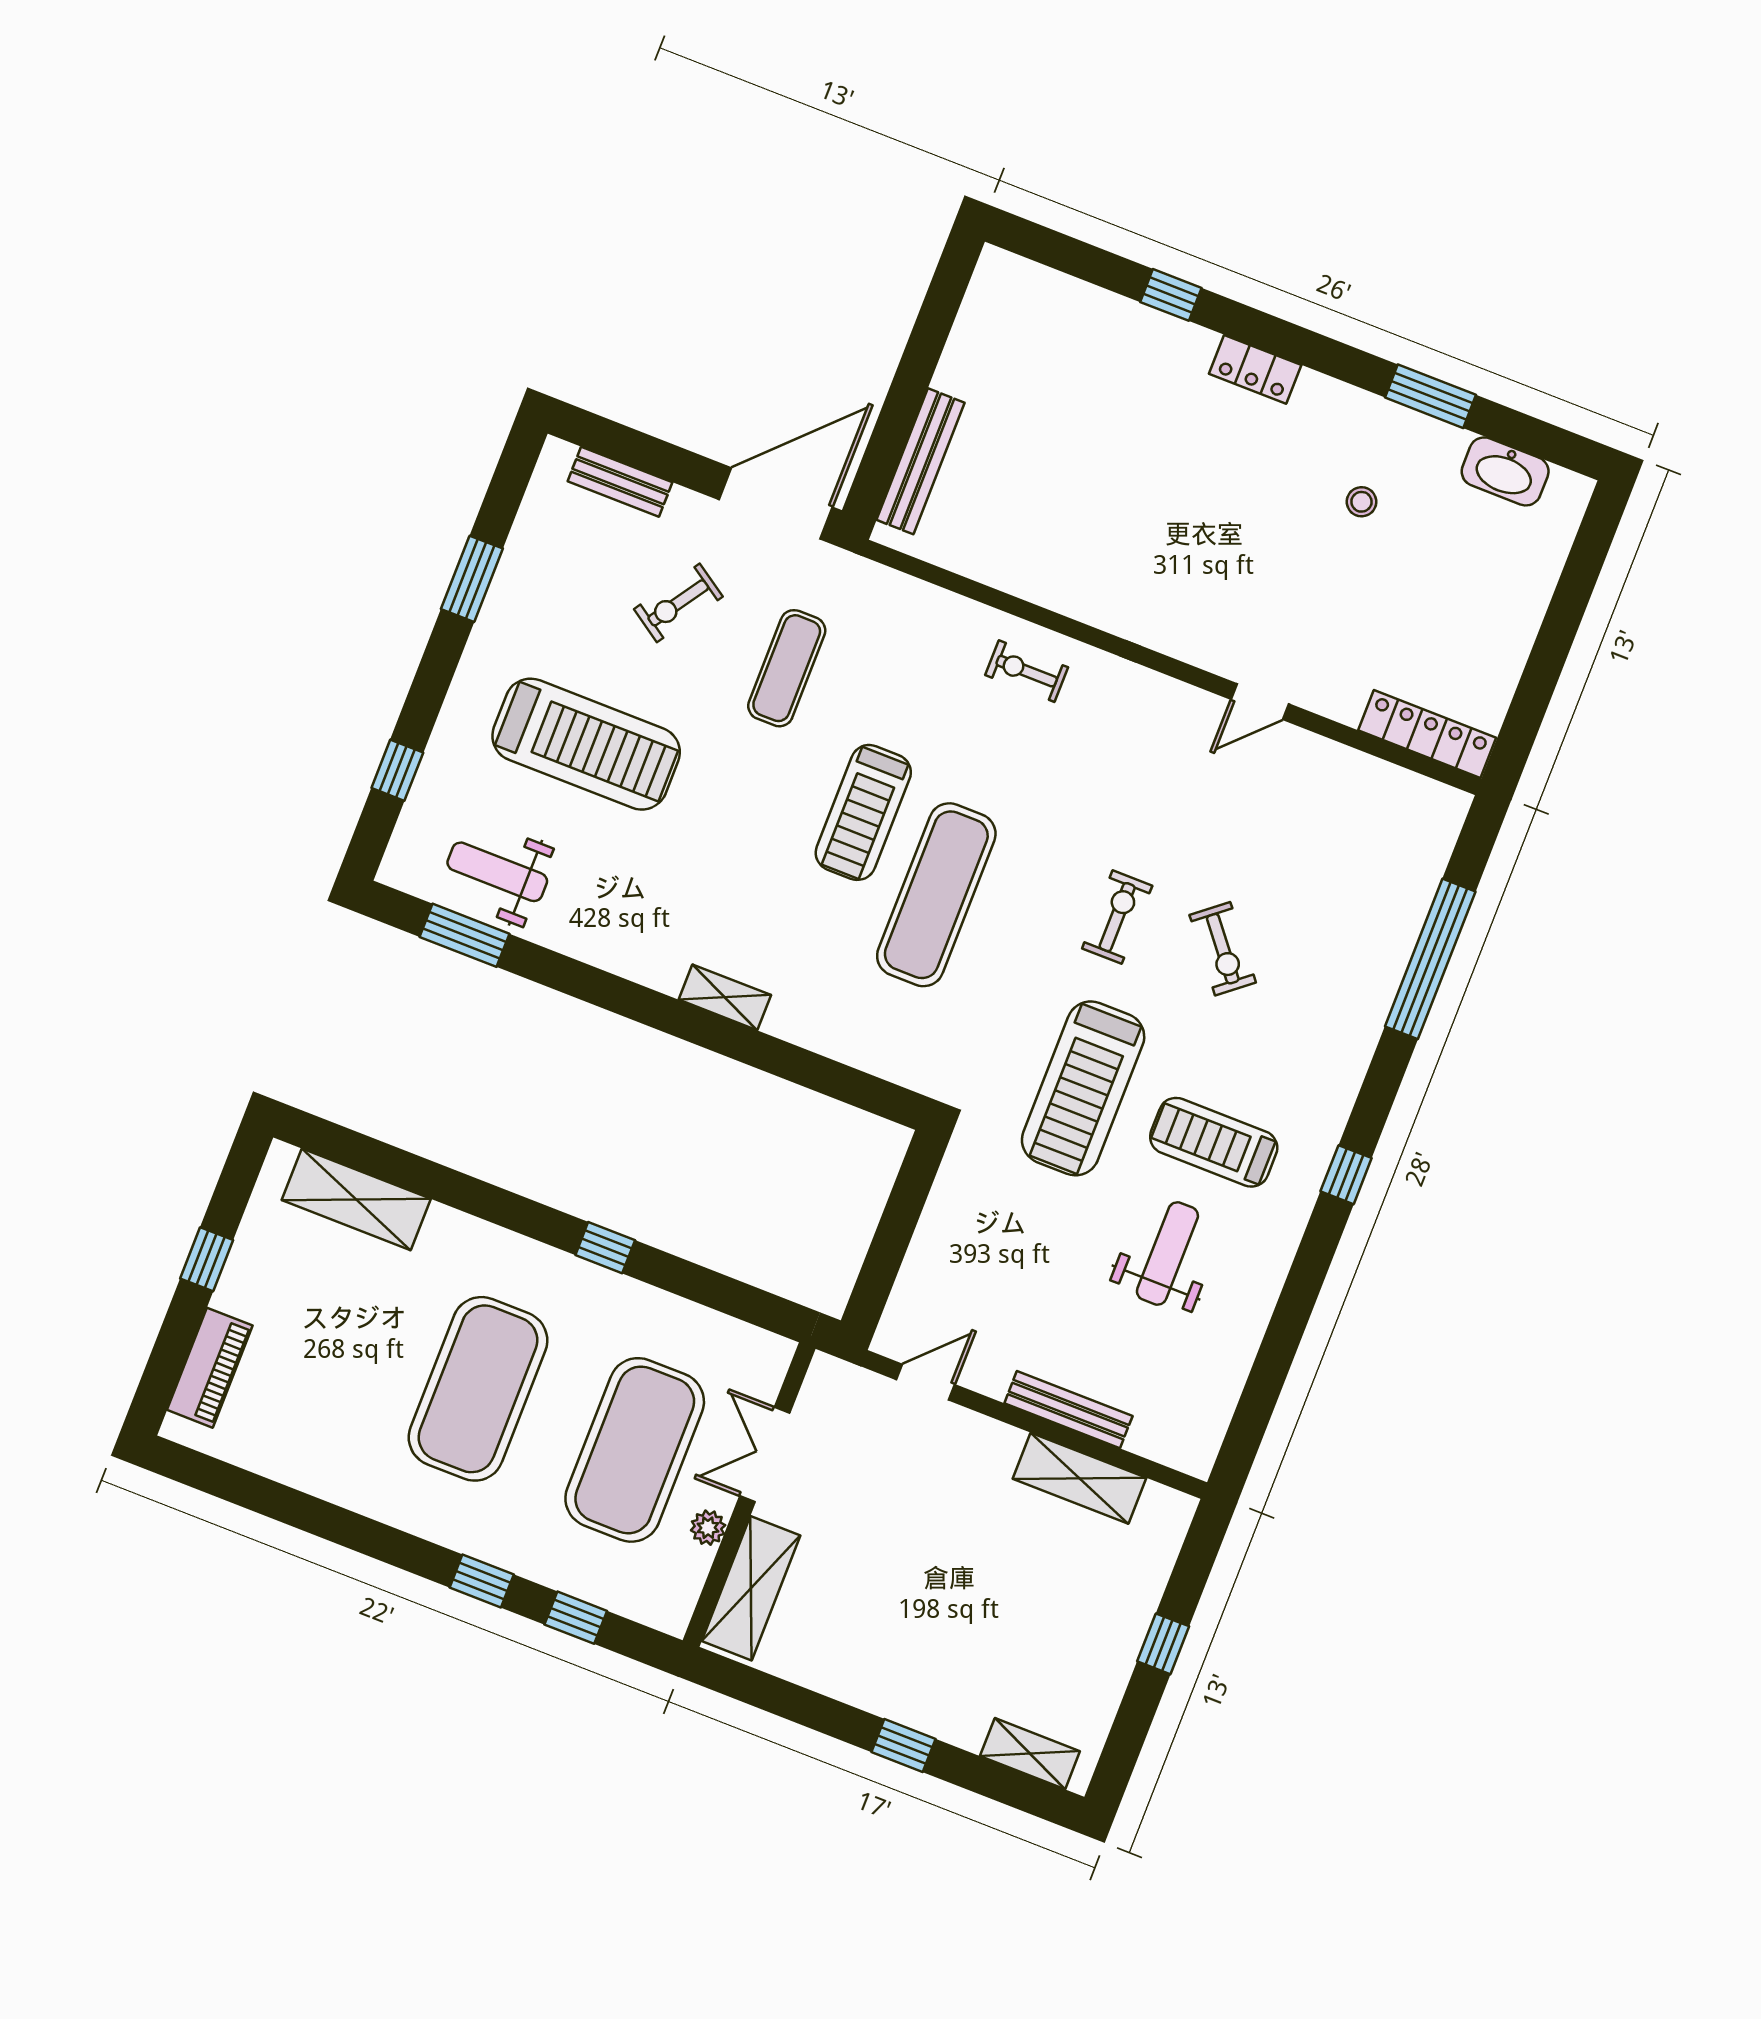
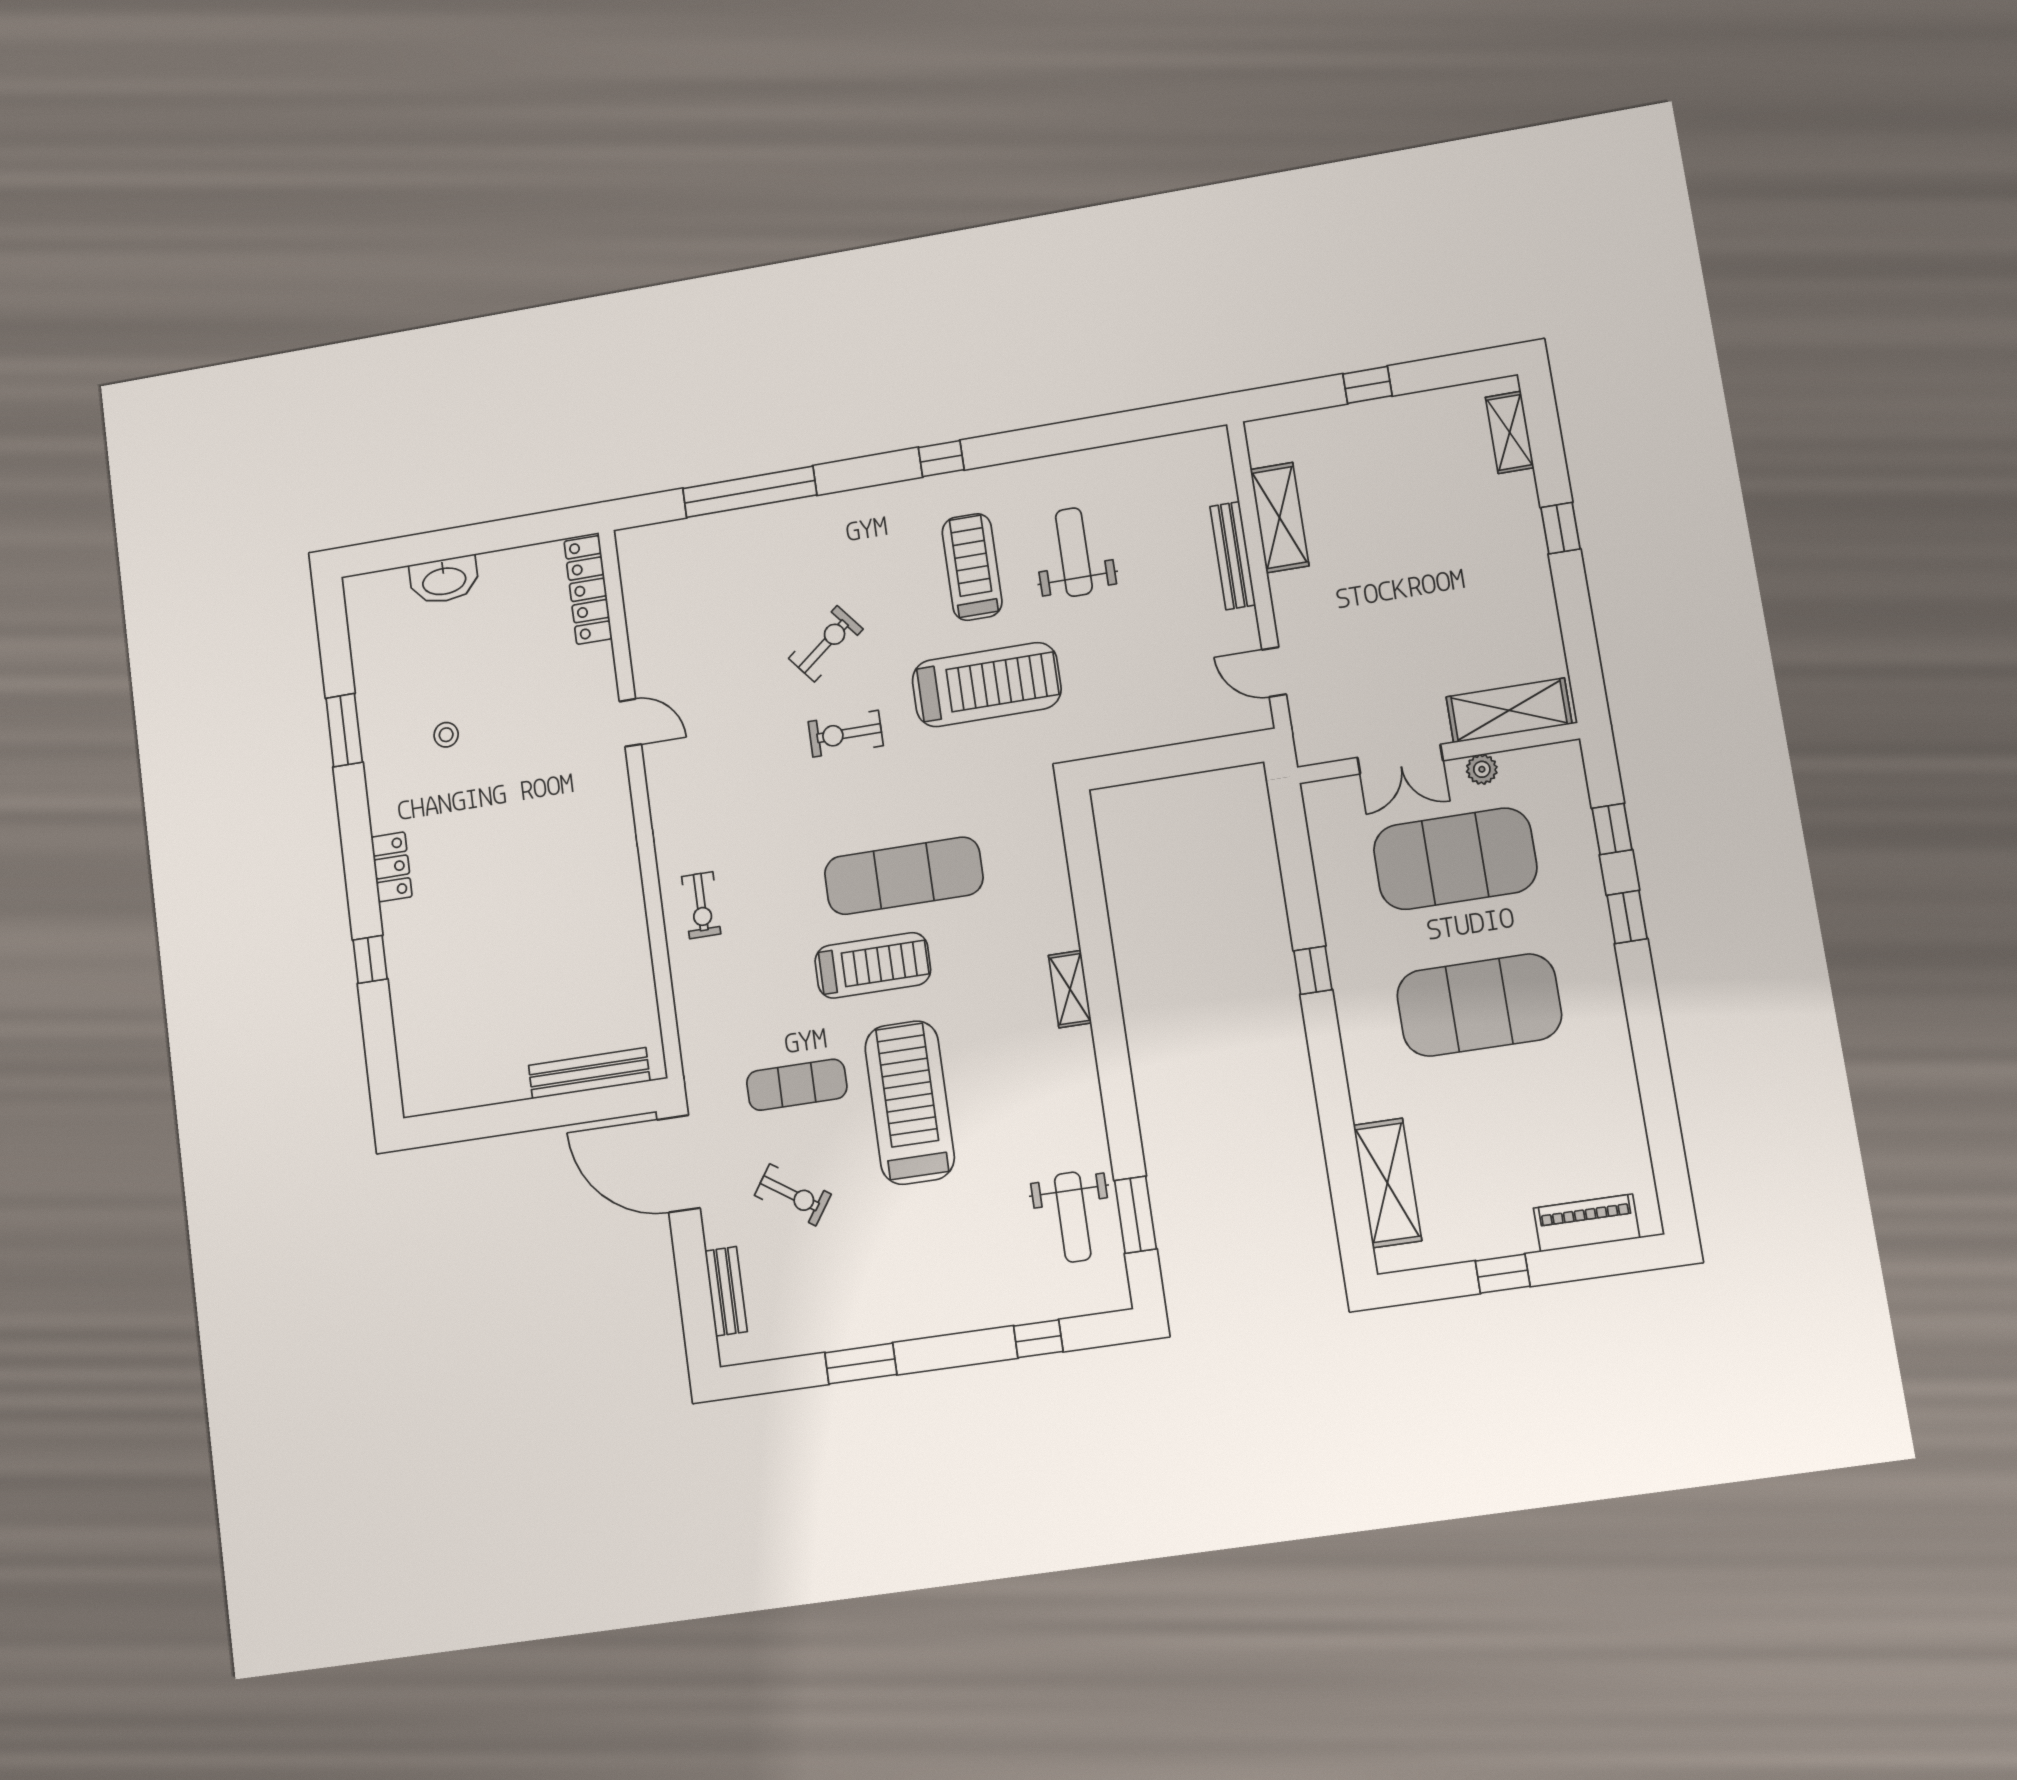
washbasin: (1505, 471) -> (444, 580), moved, turned 90
treadmill: (586, 744) -> (910, 1103), moved
treadmill: (1214, 1142) -> (972, 567), turned 180
weight bench: (1167, 1253) -> (1074, 552), turned 90

